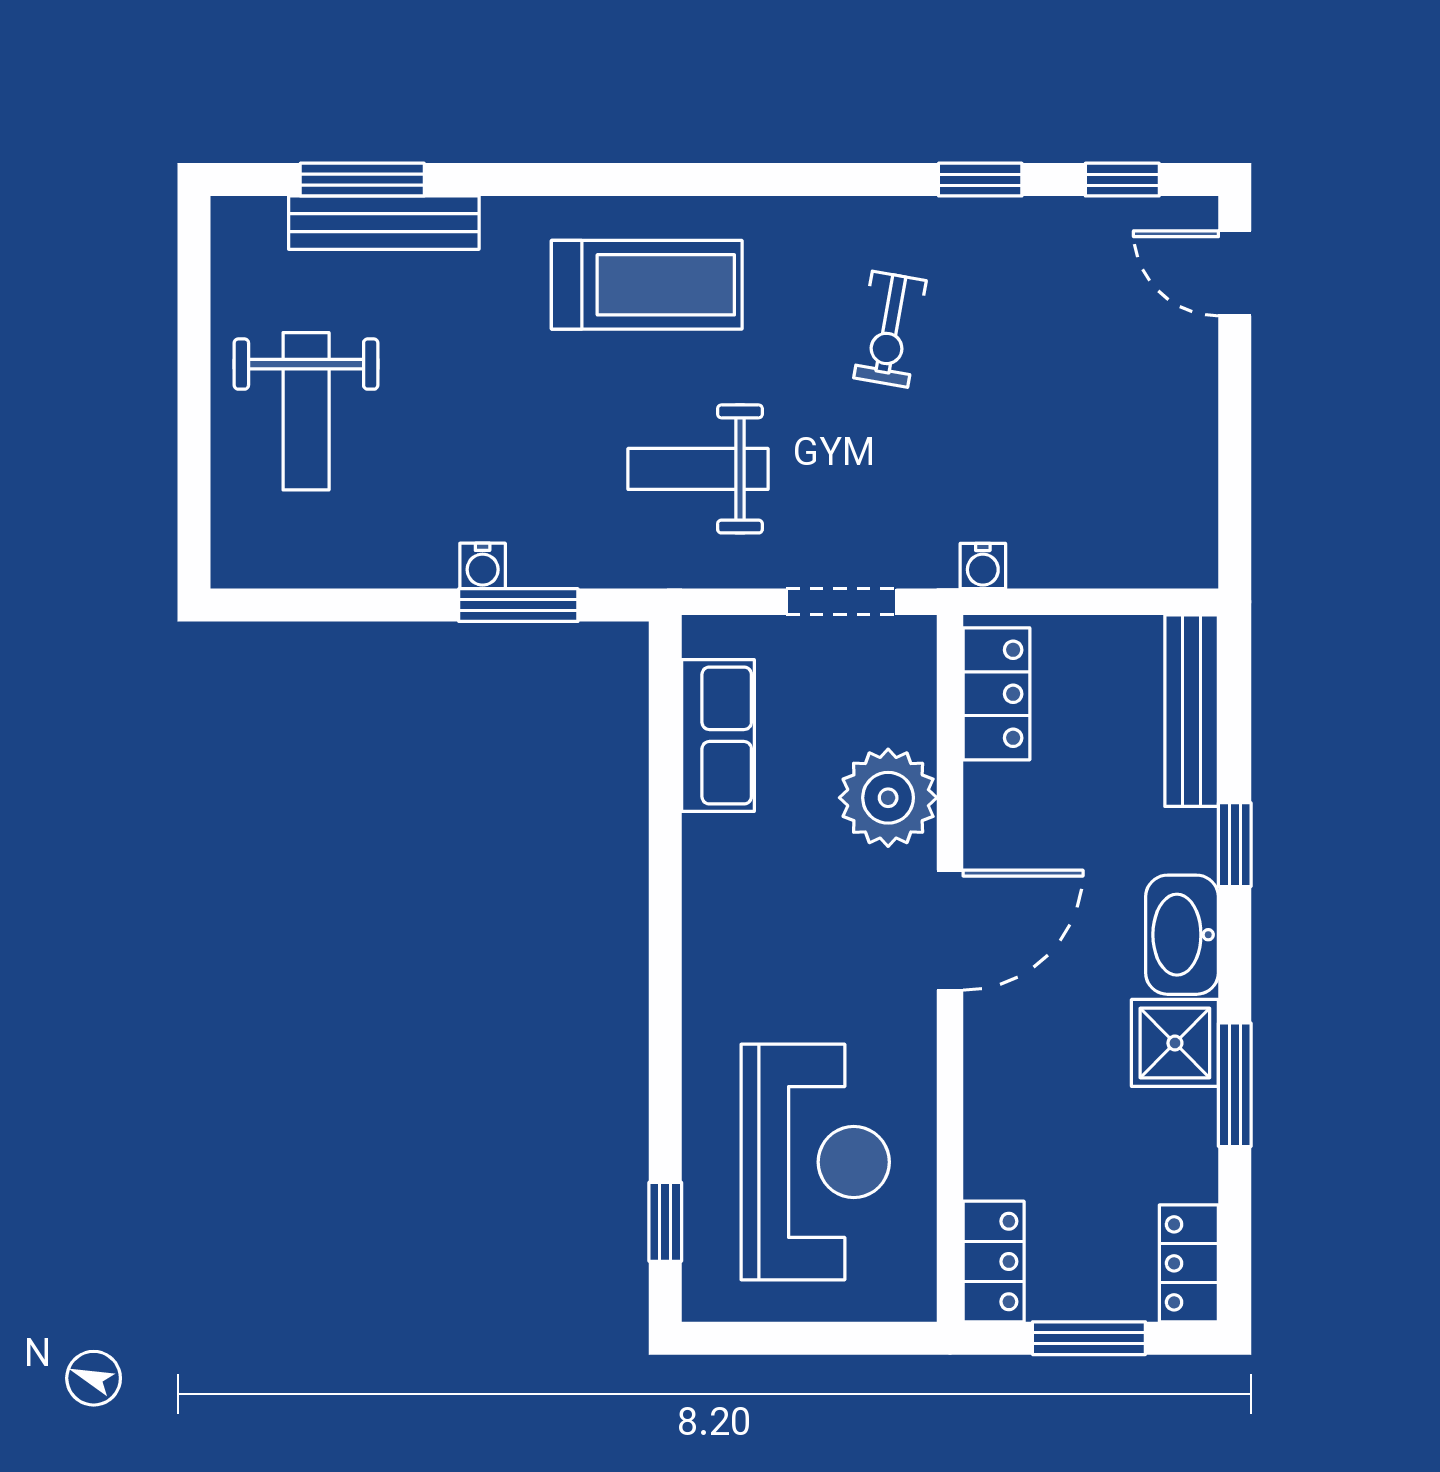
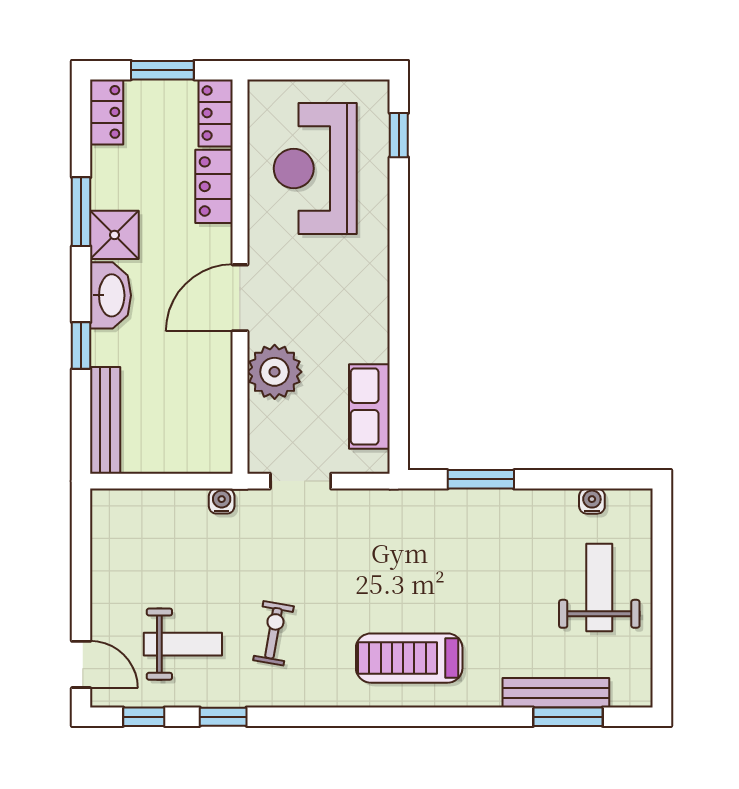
weight bench: (698, 469) -> (183, 644), moved
water cooler: (483, 566) -> (592, 501), moved
locker: (996, 694) -> (214, 186), moved

